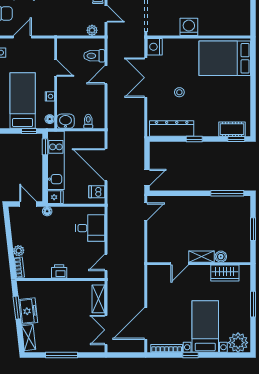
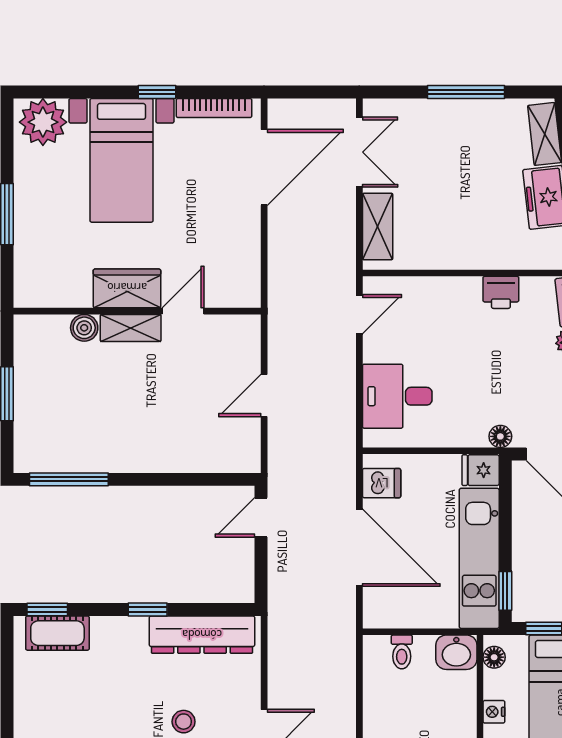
door: (146, 212) -> (264, 395), moved
printer: (59, 271) -> (501, 292), moved
wardrobe: (225, 273) -> (127, 288), moved

